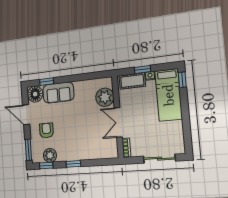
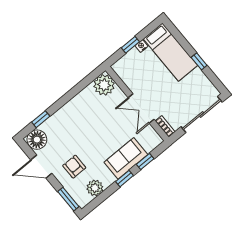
window: (182, 80) -> (199, 61), moved
cot: (132, 81) -> (128, 62), removed
sofa: (58, 93) -> (126, 158), moved, turned 180
plant: (105, 97) -> (104, 85), moved
sliding door: (159, 159) -> (202, 114), width x1.37
window: (46, 166) -> (145, 161), moved

